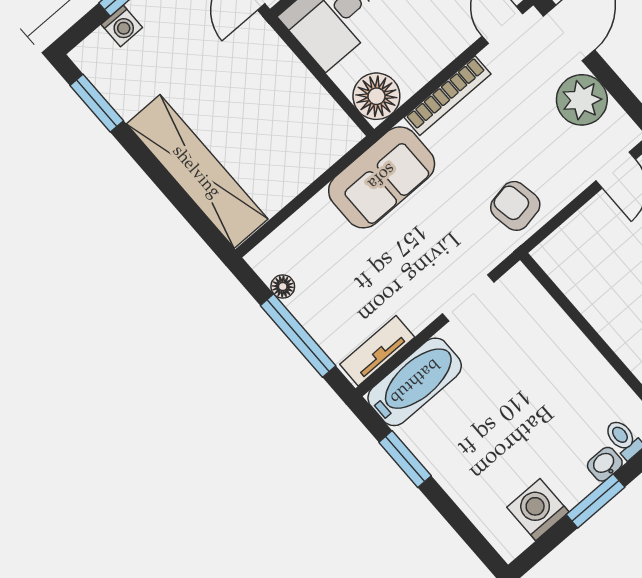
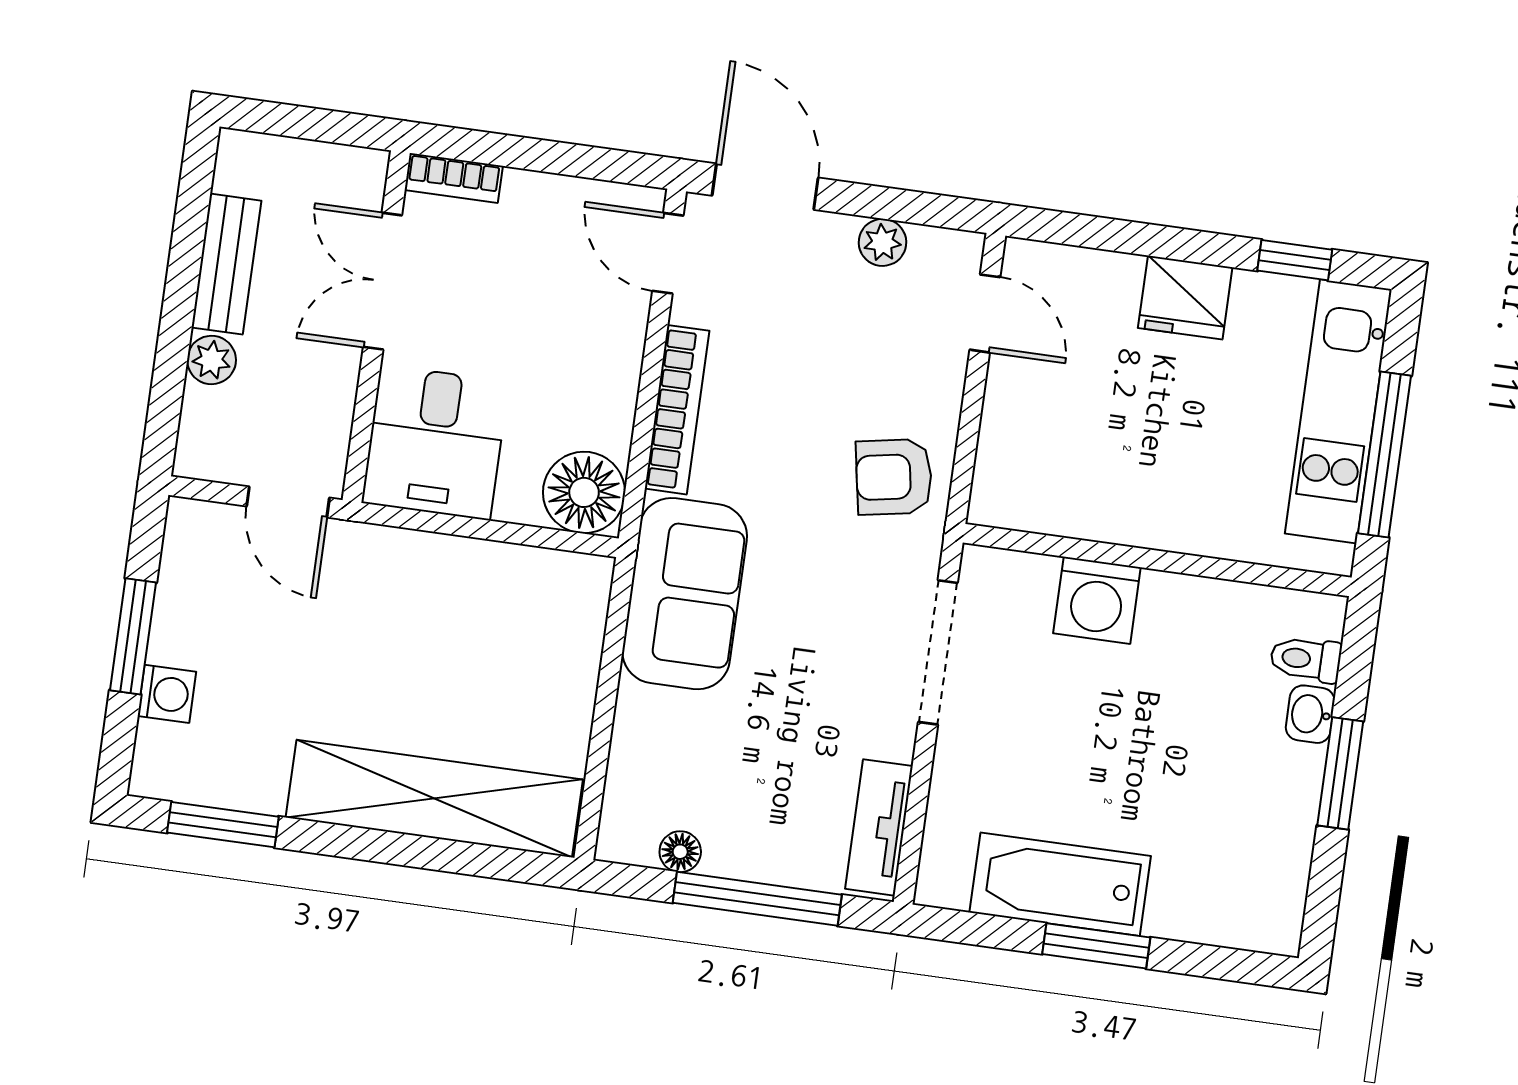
plant: (582, 100) -> (882, 242), width x0.53, depth x0.53
doorway: (468, 298) -> (938, 652), width x1.38
bathtub: (415, 382) -> (1060, 884), moved, turned -90
window: (405, 459) -> (1096, 946), moved
washing machine: (538, 510) -> (1097, 600), moved, turned -90

